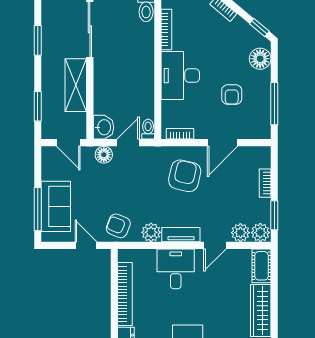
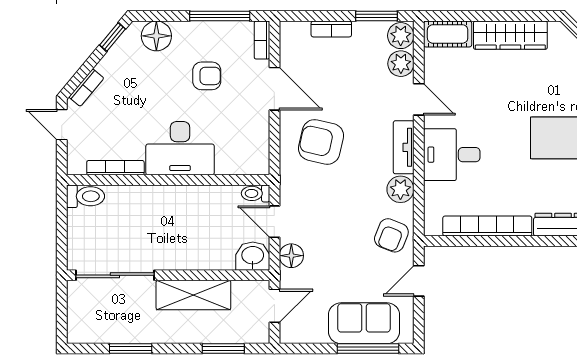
bookcase: (180, 134) -> (262, 40), moved

